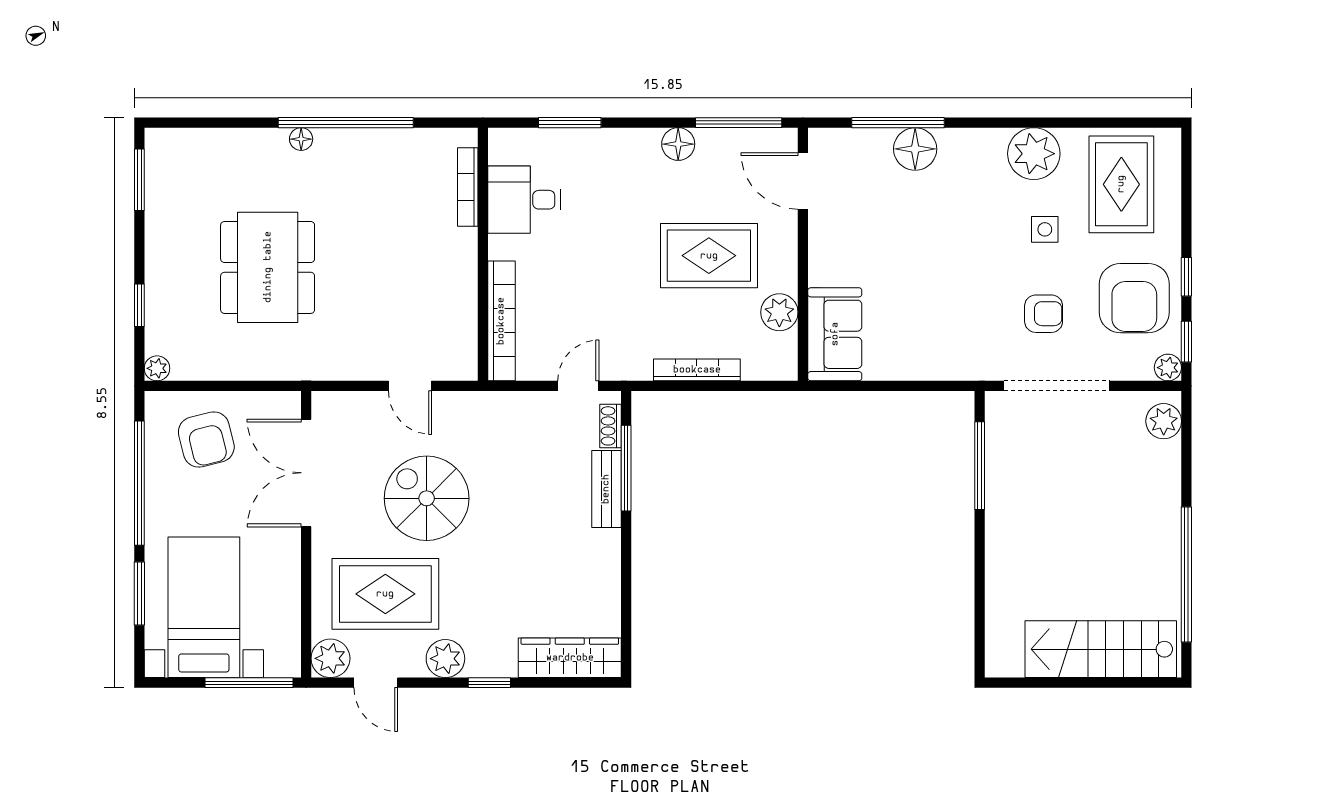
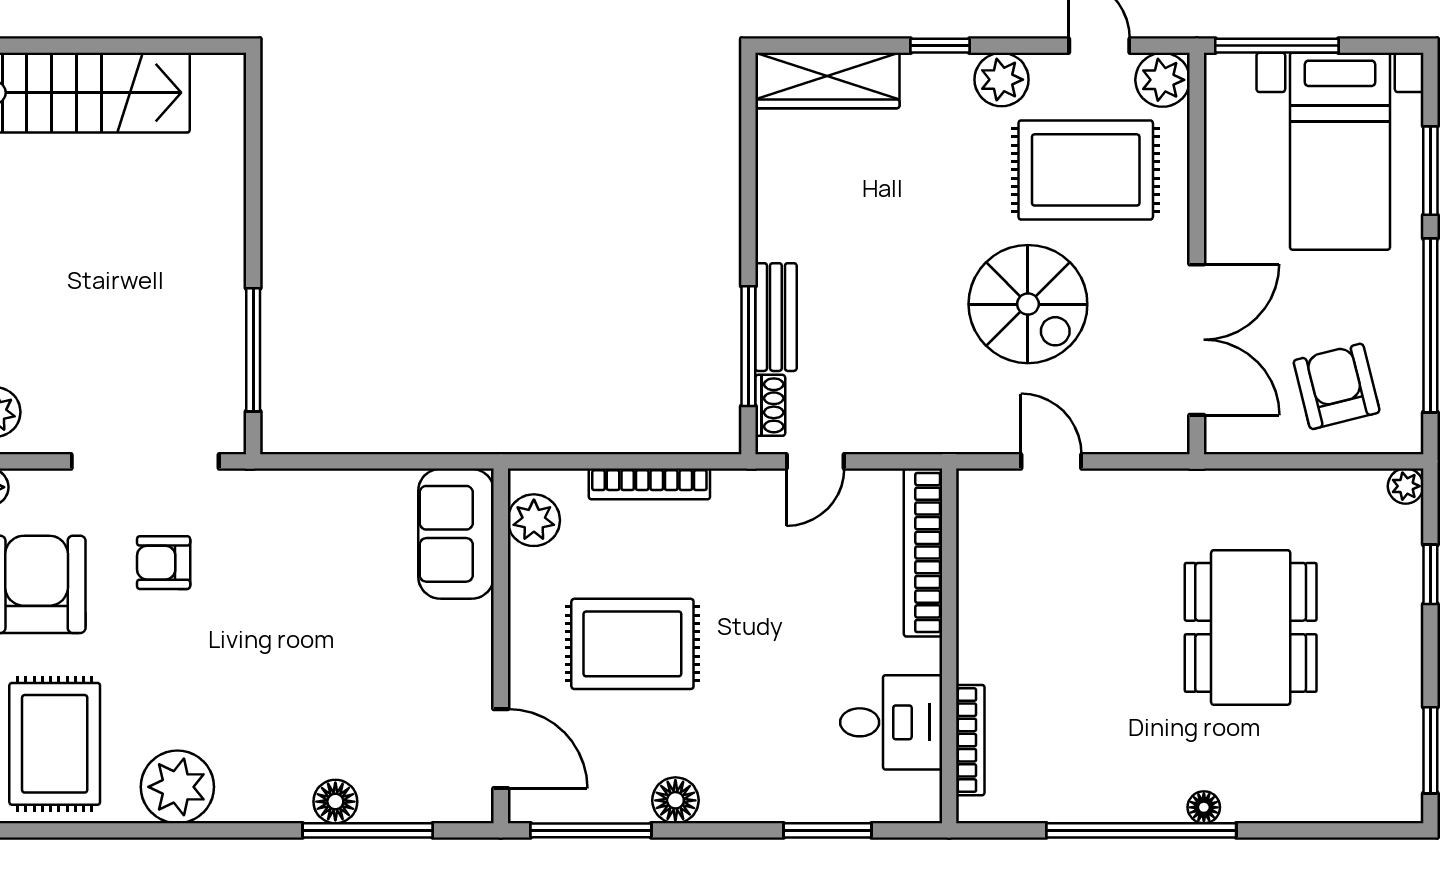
floor lamp: (915, 149) -> (335, 802), width x0.73, depth x0.73
side table: (1045, 229) -> (162, 681), removed
plant: (779, 312) -> (534, 520), moved

